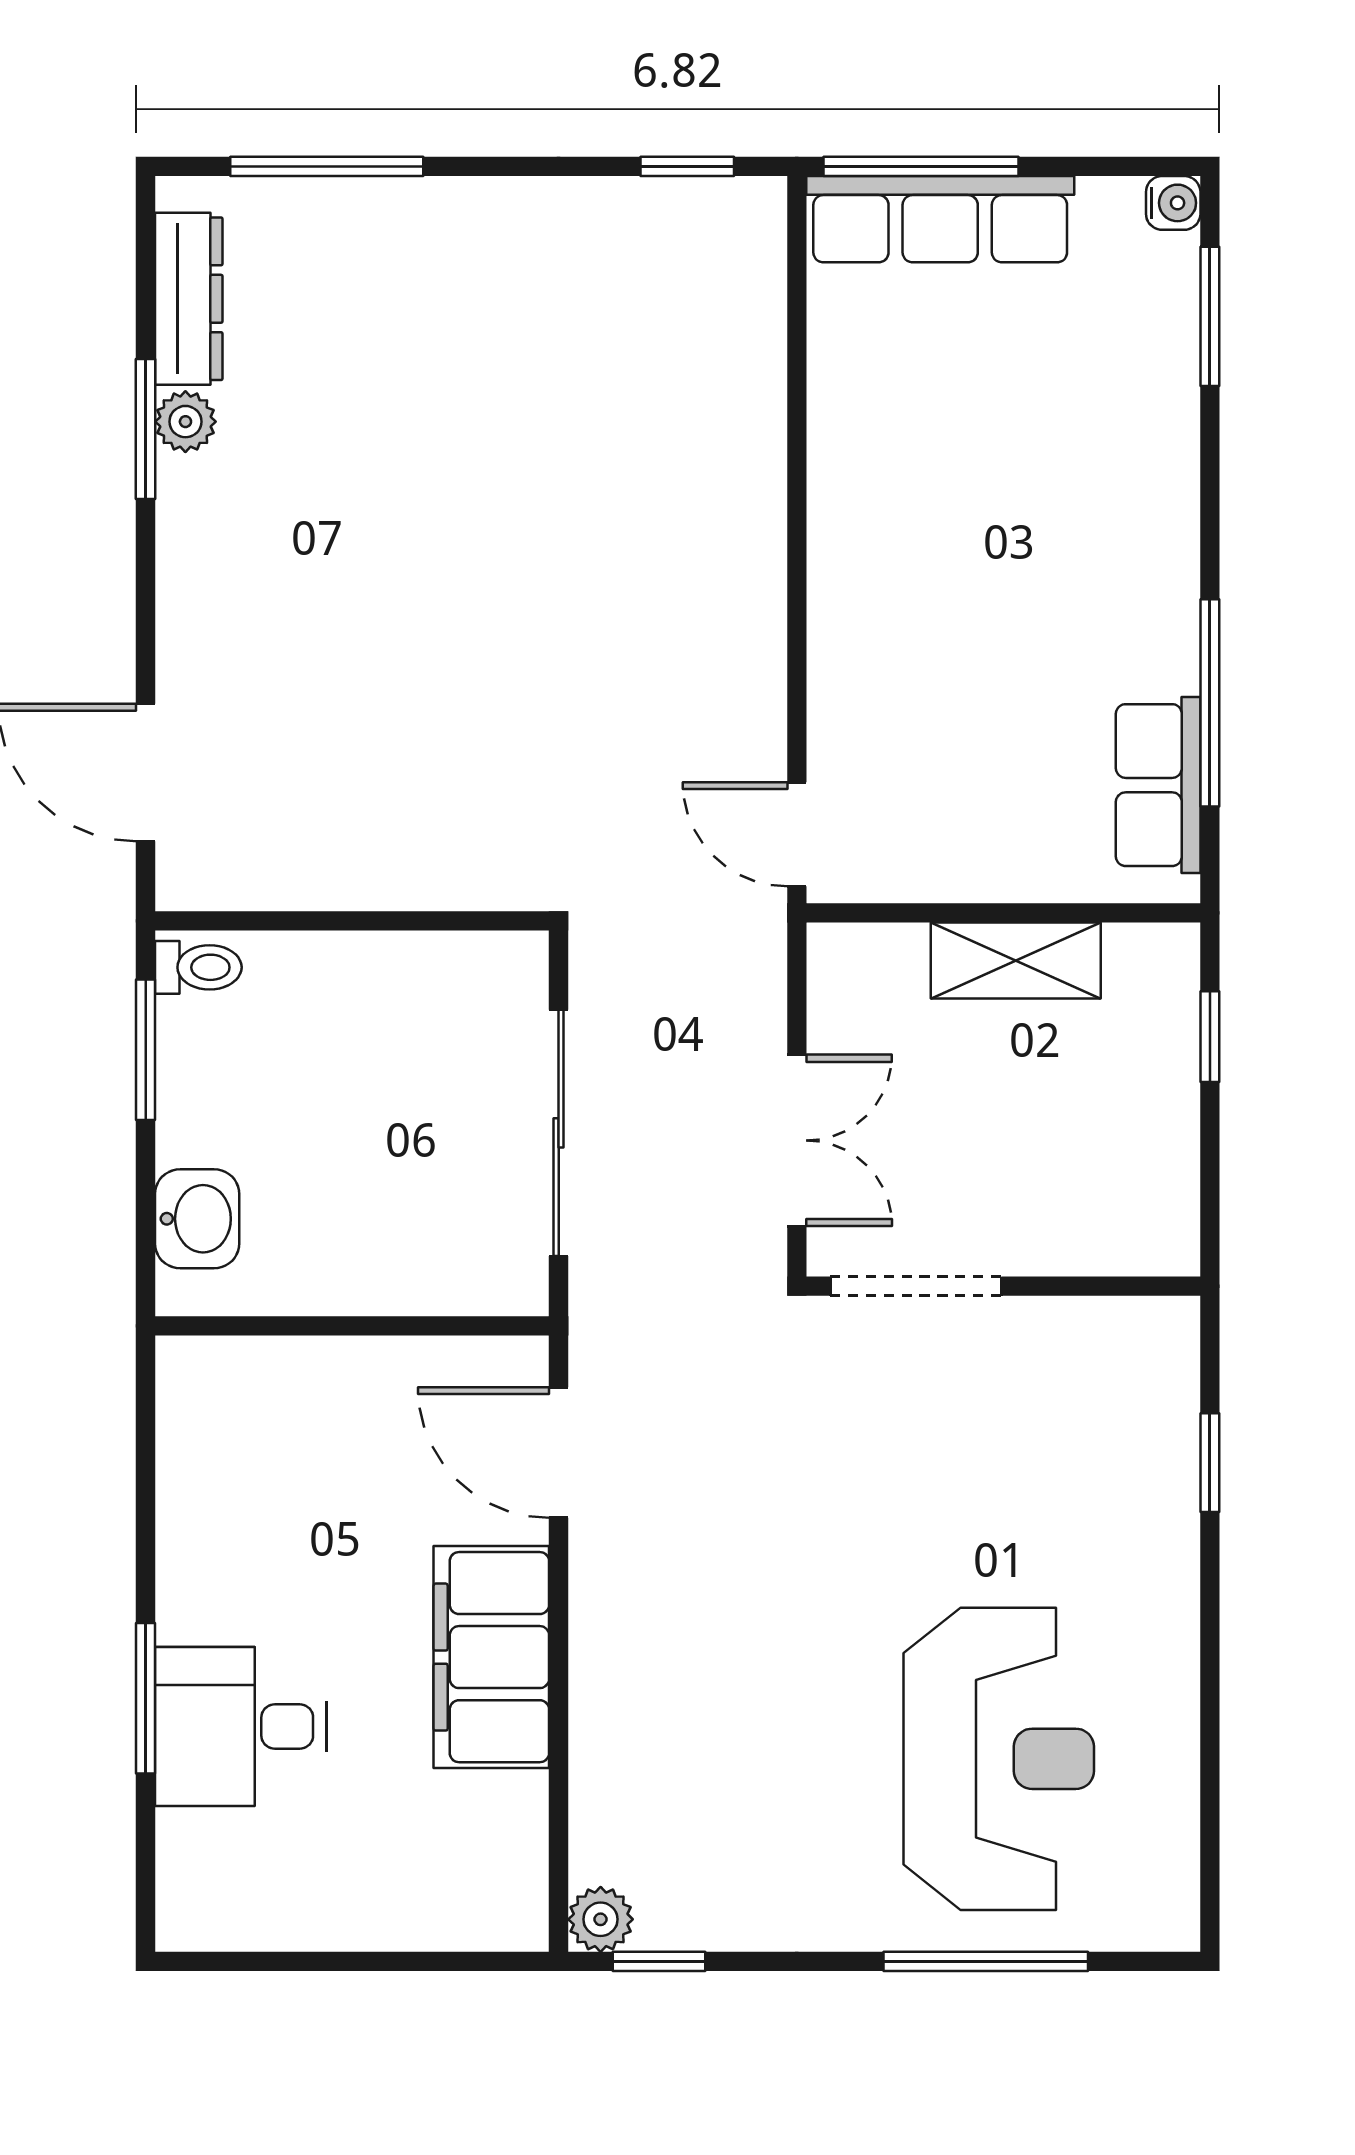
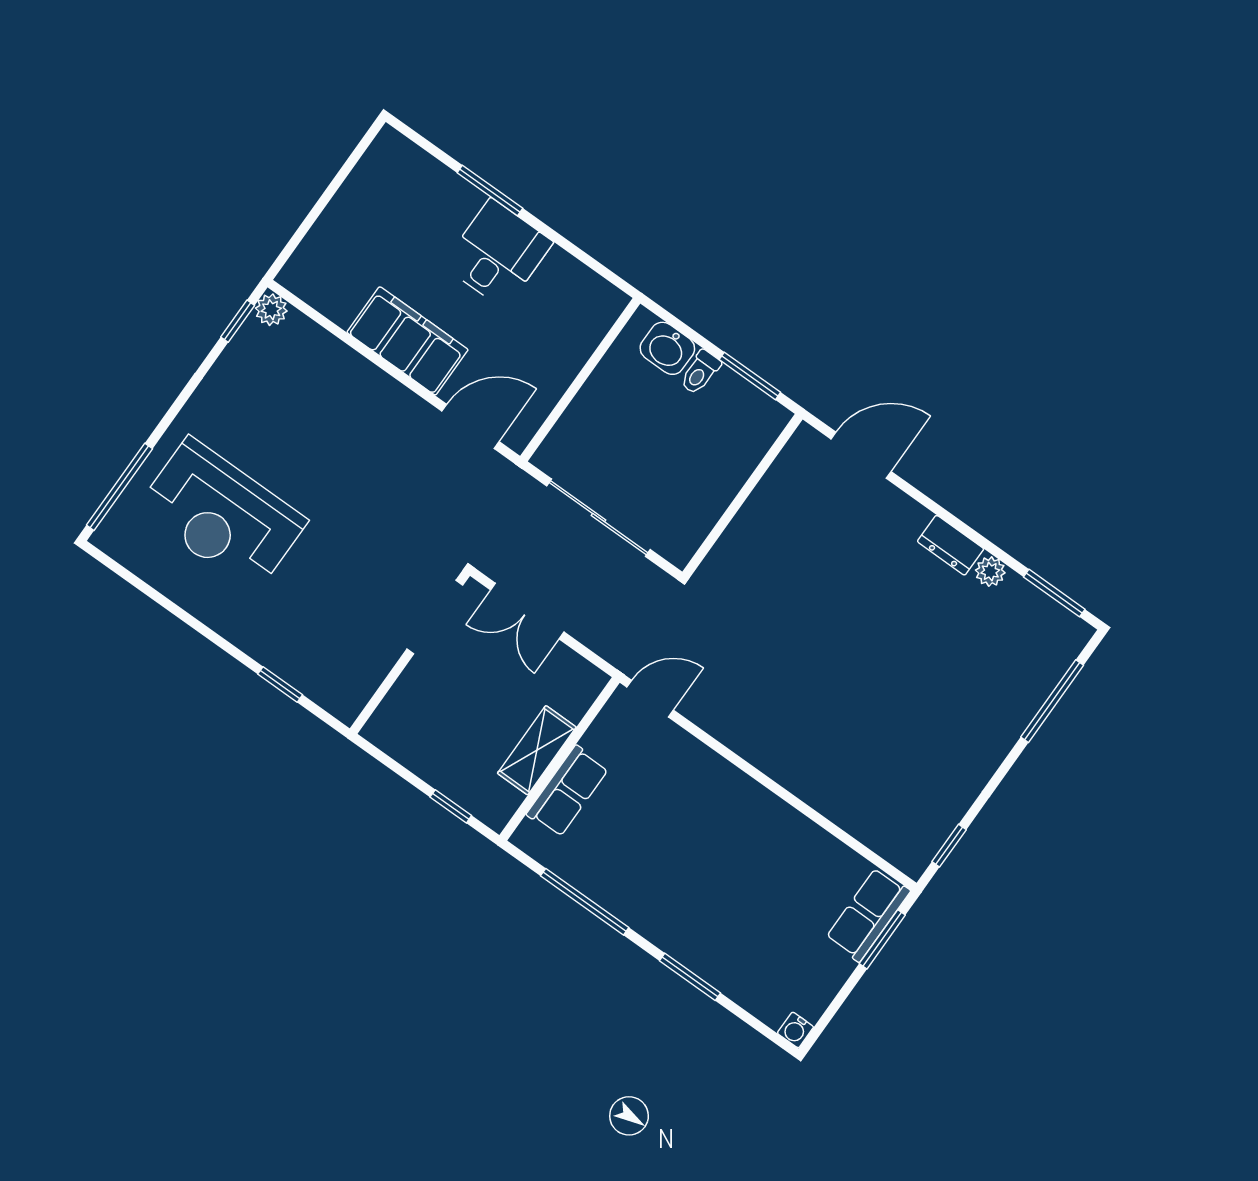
window: (921, 166) -> (882, 939), width x0.69
row of seats: (940, 219) -> (868, 915), width x0.68
dresser: (189, 299) -> (951, 545), moved, width x0.70
window: (1210, 316) -> (690, 977), moved
window: (146, 429) -> (1054, 593), moved
row of seats: (1158, 785) -> (568, 791), moved, turned 90
toilet: (198, 967) -> (700, 372), moved
desk: (241, 1727) -> (498, 254), moved
window: (986, 1961) -> (119, 487), moved

